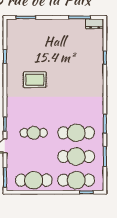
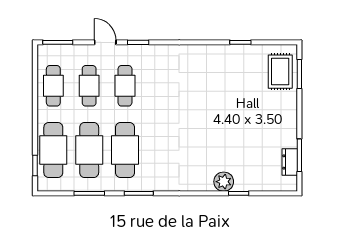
dresser: (95, 24) -> (290, 162), moved
plant: (97, 67) -> (224, 182), added
rug: (35, 80) -> (280, 72), moved
cafe table: (34, 156) -> (89, 86), added
cafe table: (34, 180) -> (53, 86), width x0.73, depth x0.74

